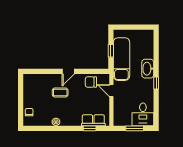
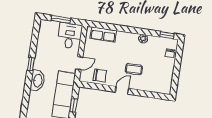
door: (111, 91) -> (79, 63), hinge flipped
desk: (143, 114) -> (70, 36), moved
window: (90, 128) -> (167, 35), moved

